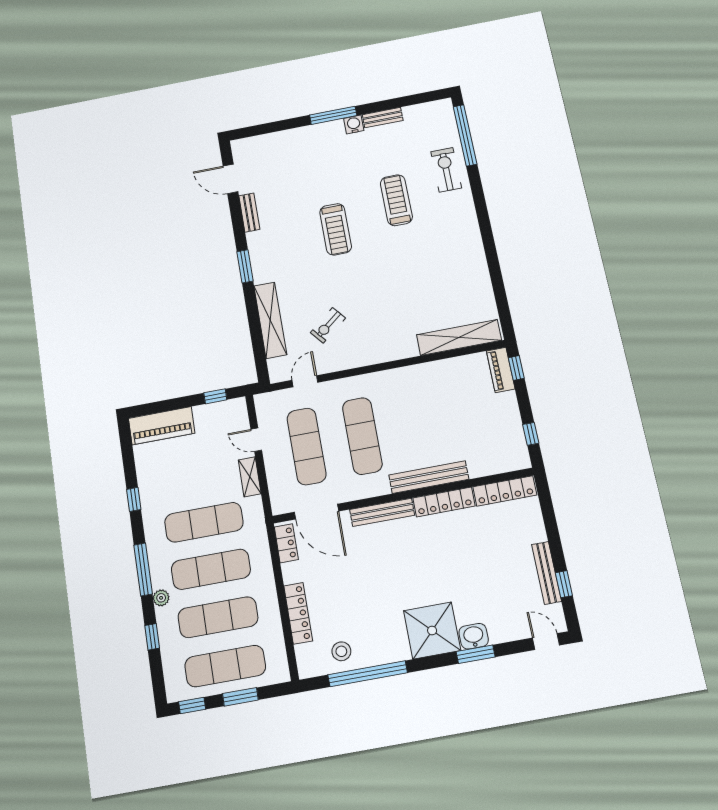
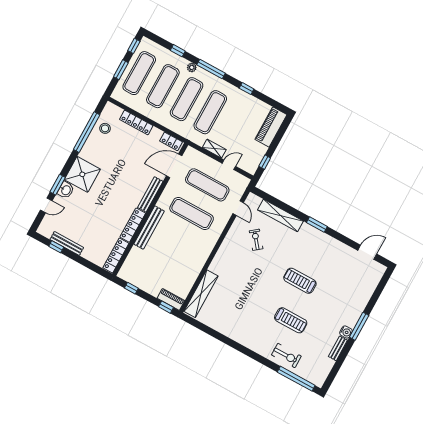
bench: (249, 213) -> (342, 248), removed
door: (546, 642) -> (46, 205), moved

